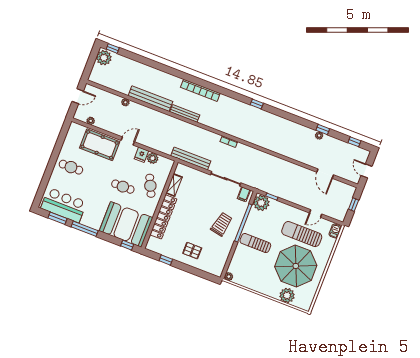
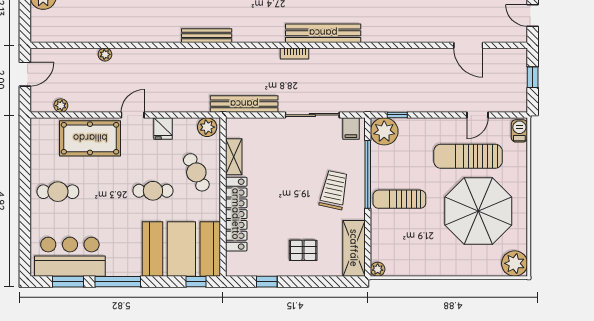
bench: (150, 99) -> (323, 33), moved
plant: (153, 158) -> (207, 127), moved
shelving: (220, 260) -> (354, 248), added
plant: (287, 295) -> (515, 263), moved

